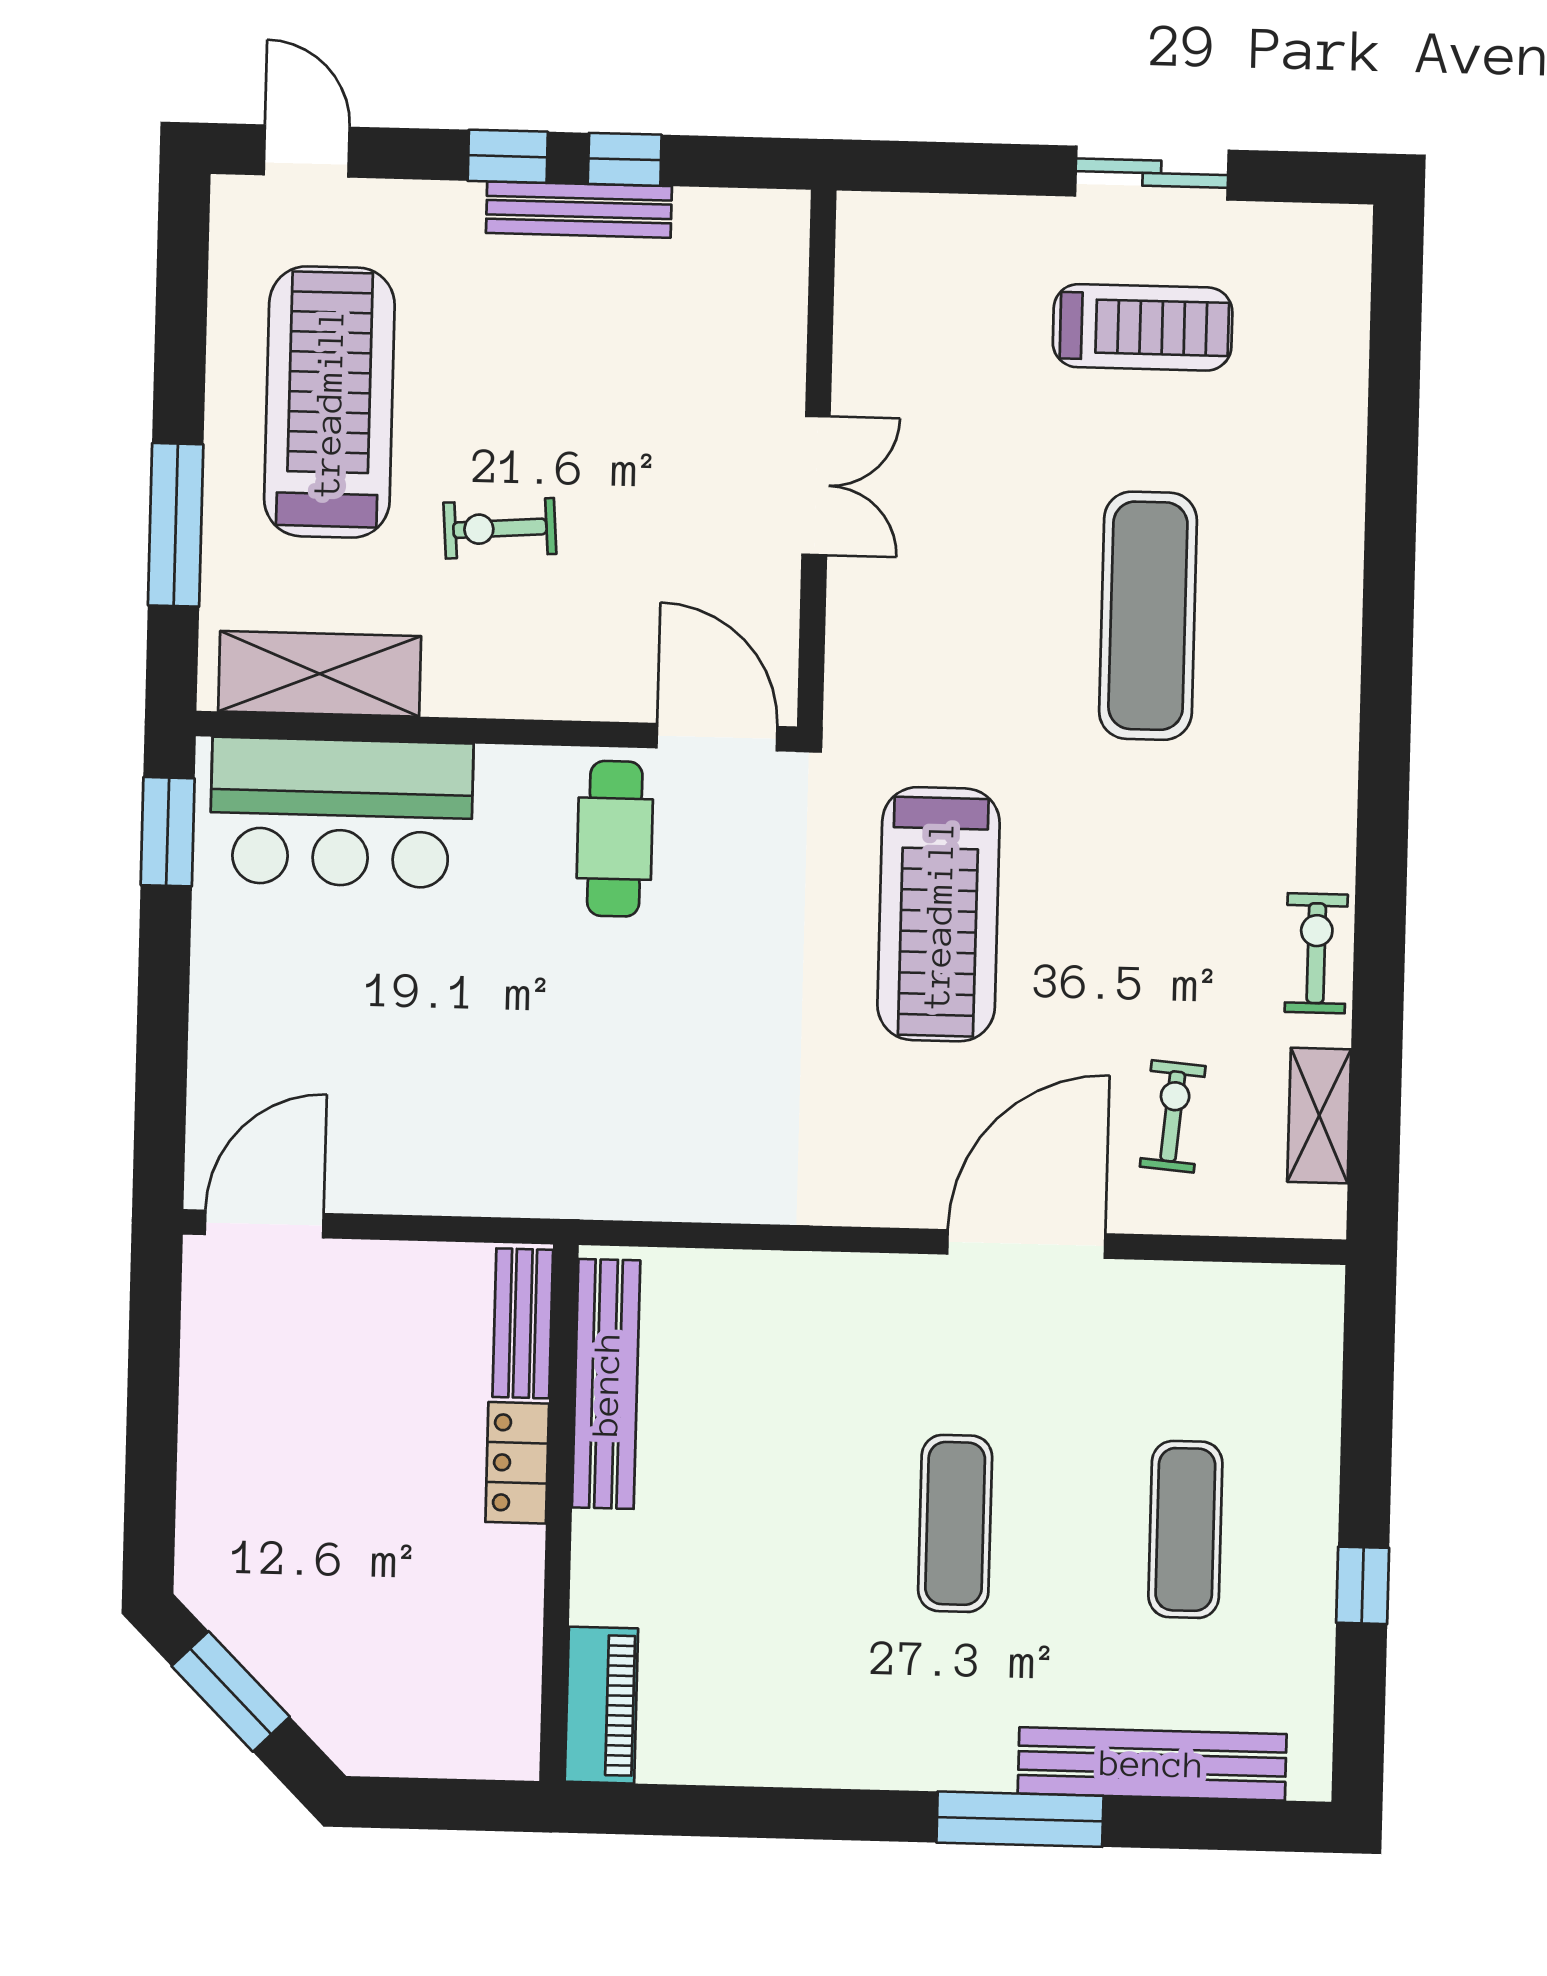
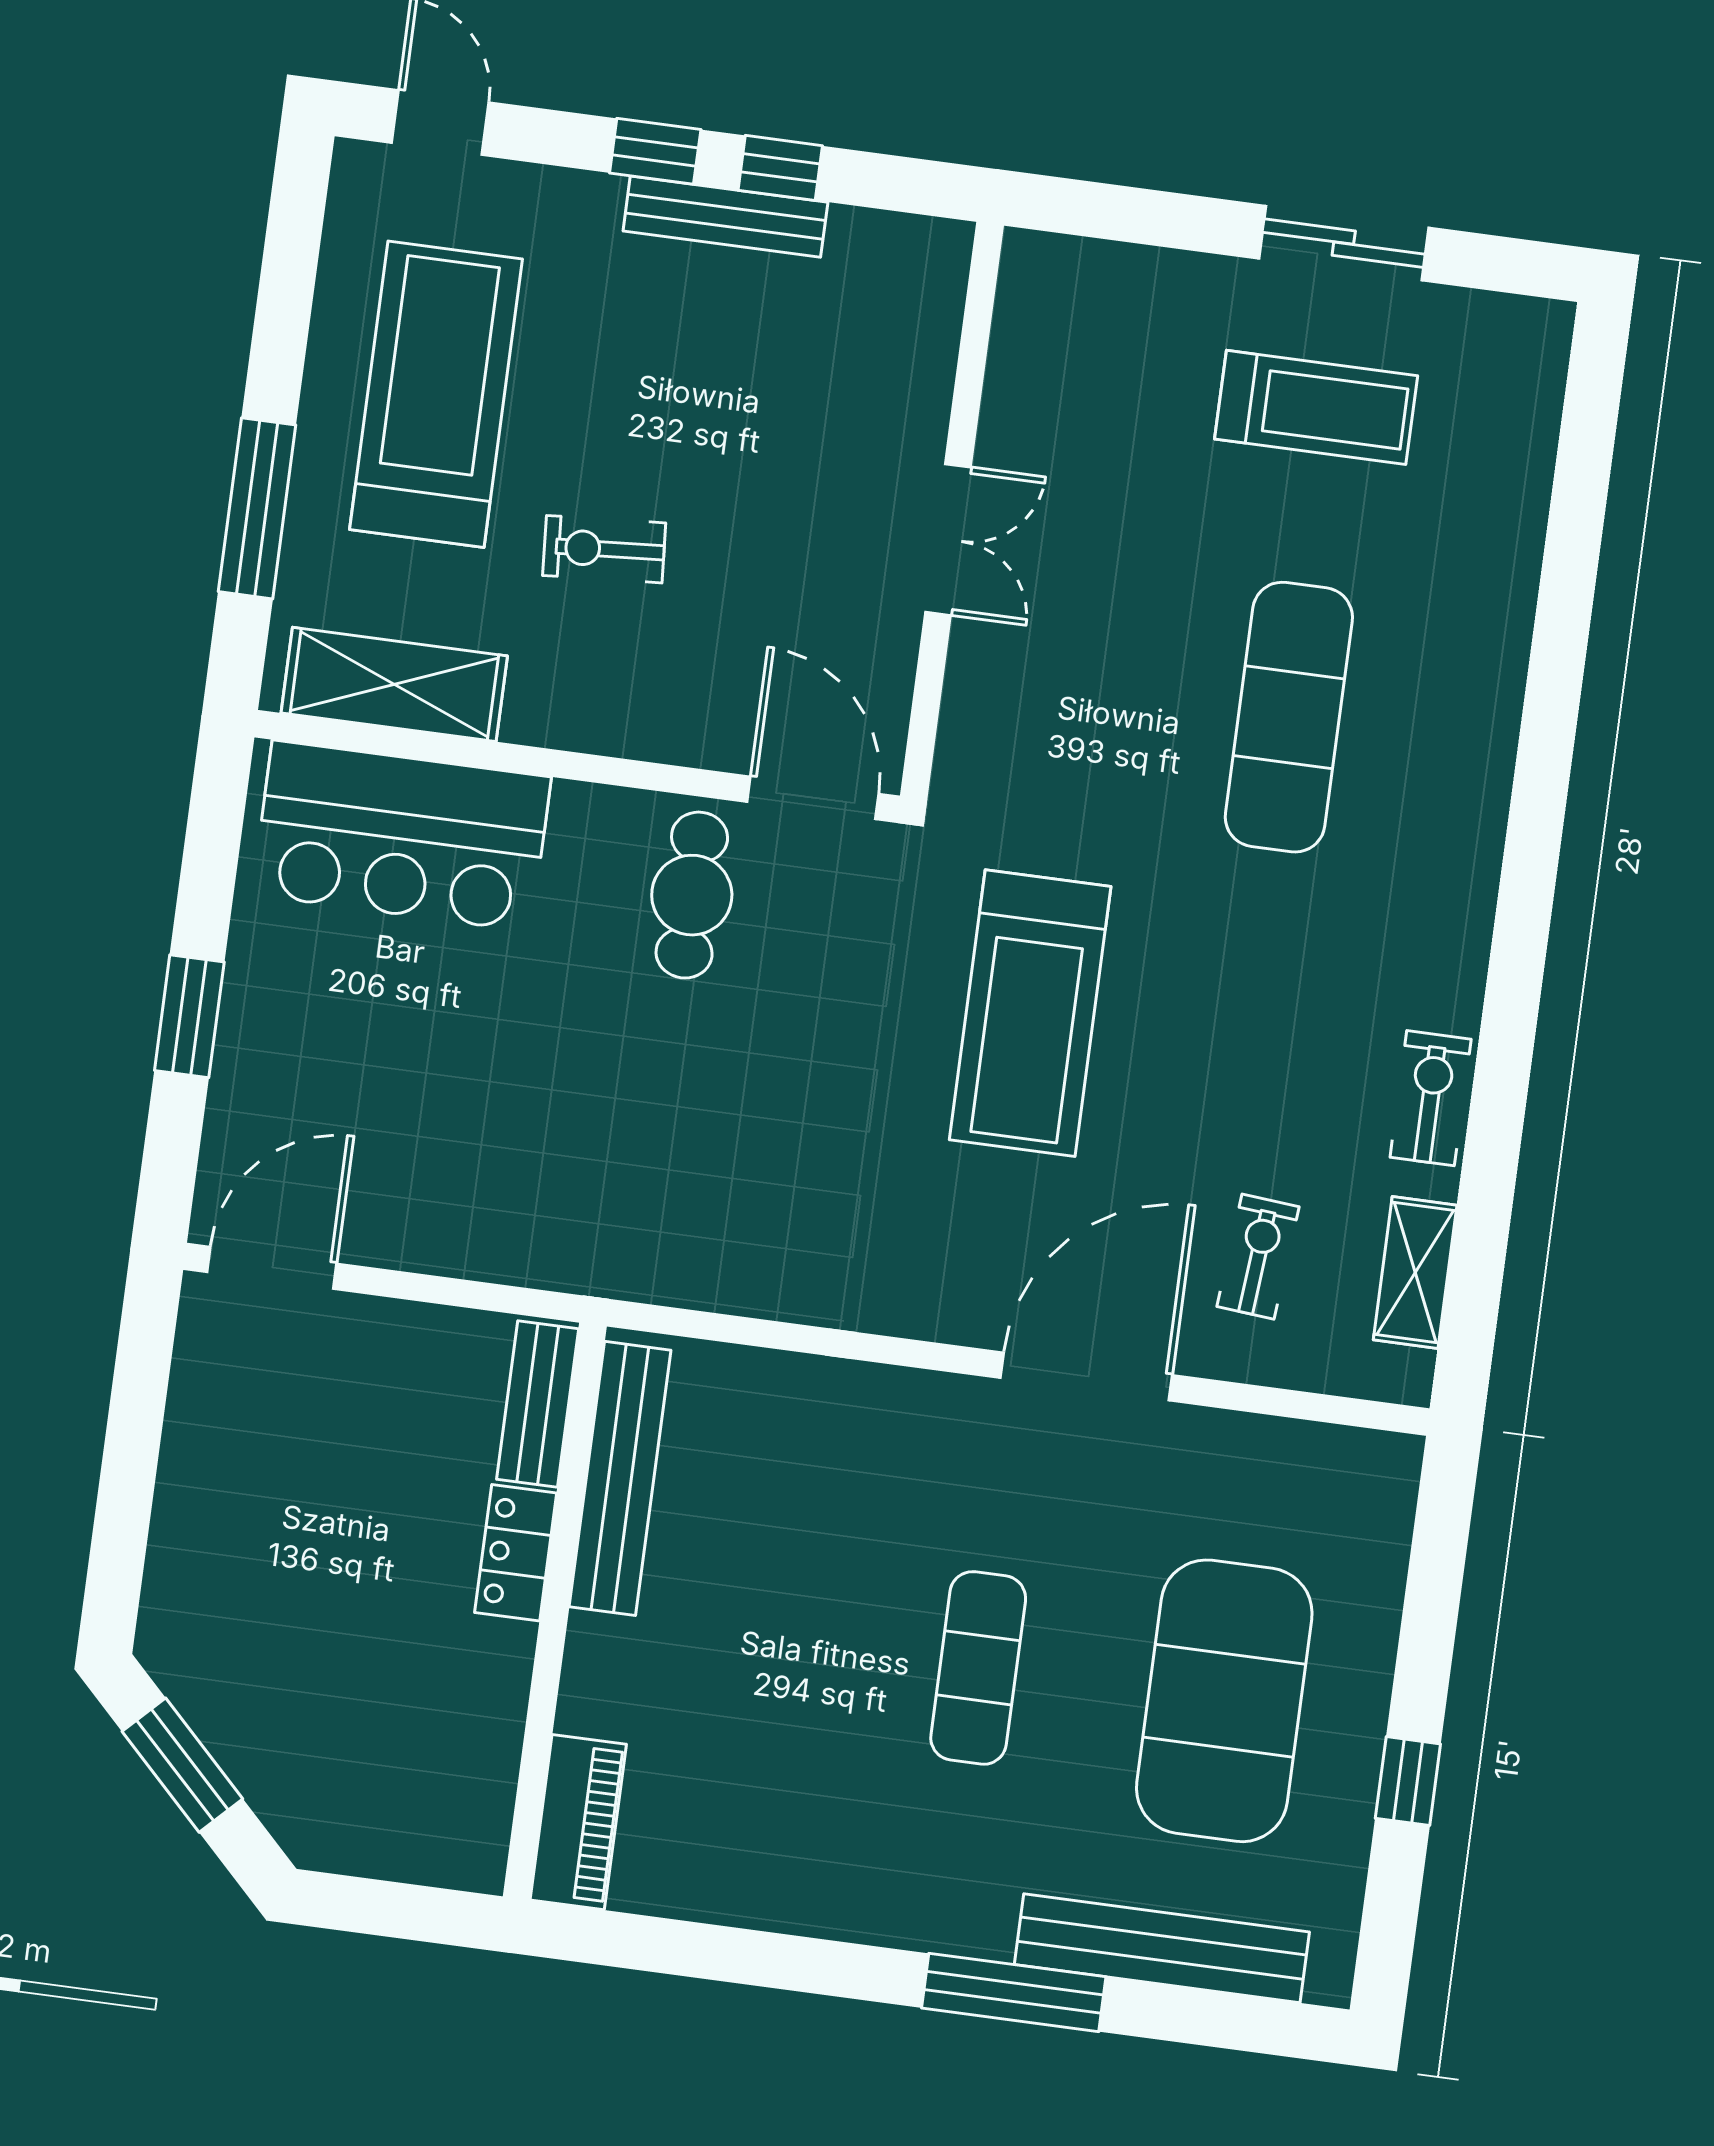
window: (168, 832) -> (189, 1016), moved
exercise mat: (1185, 1529) -> (1224, 1701), width x2.00, depth x1.45

